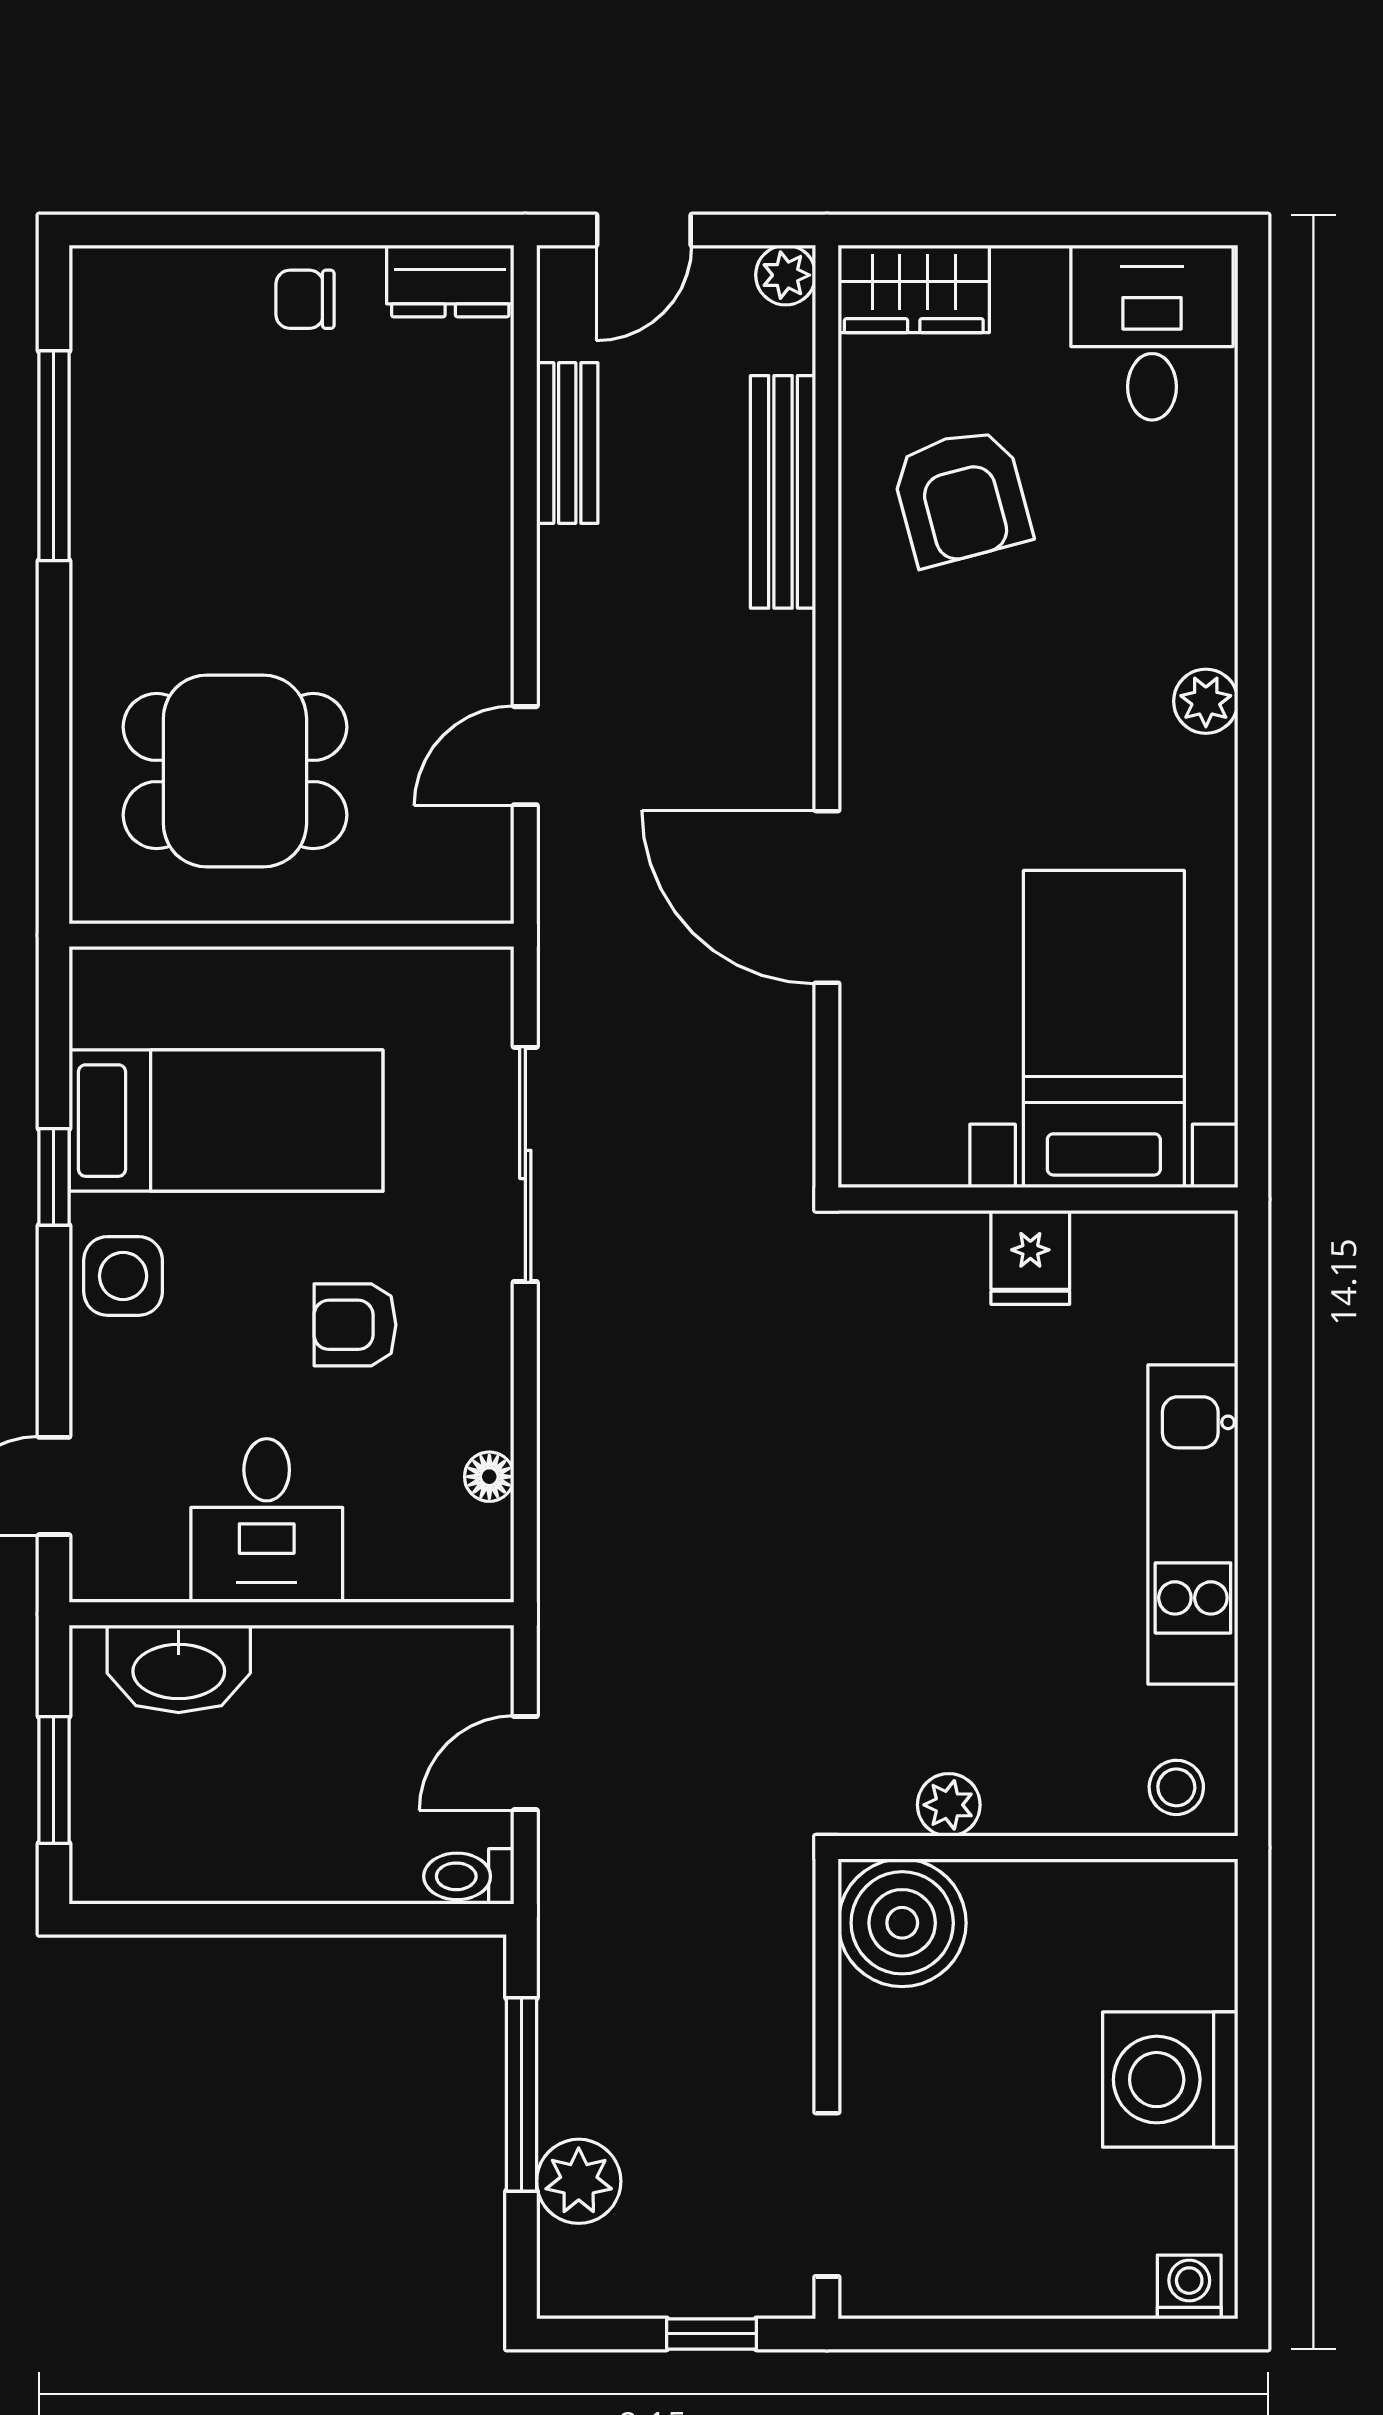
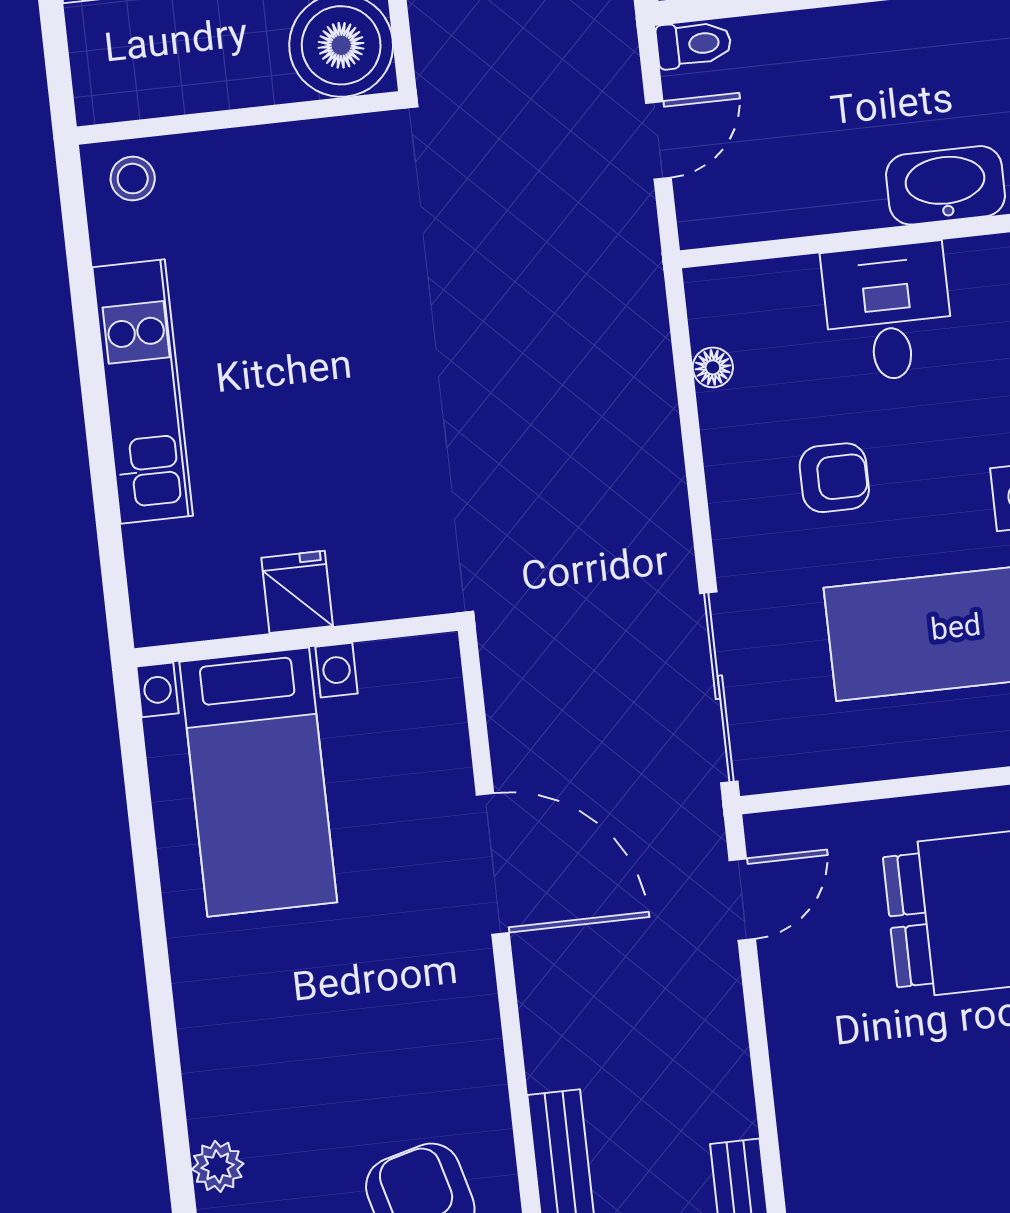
plant: (1206, 701) -> (218, 1166), moved
door: (525, 756) -> (742, 900), moved
sliding door: (525, 1164) -> (719, 687), moved
plant: (949, 1805) -> (314, 144), removed

